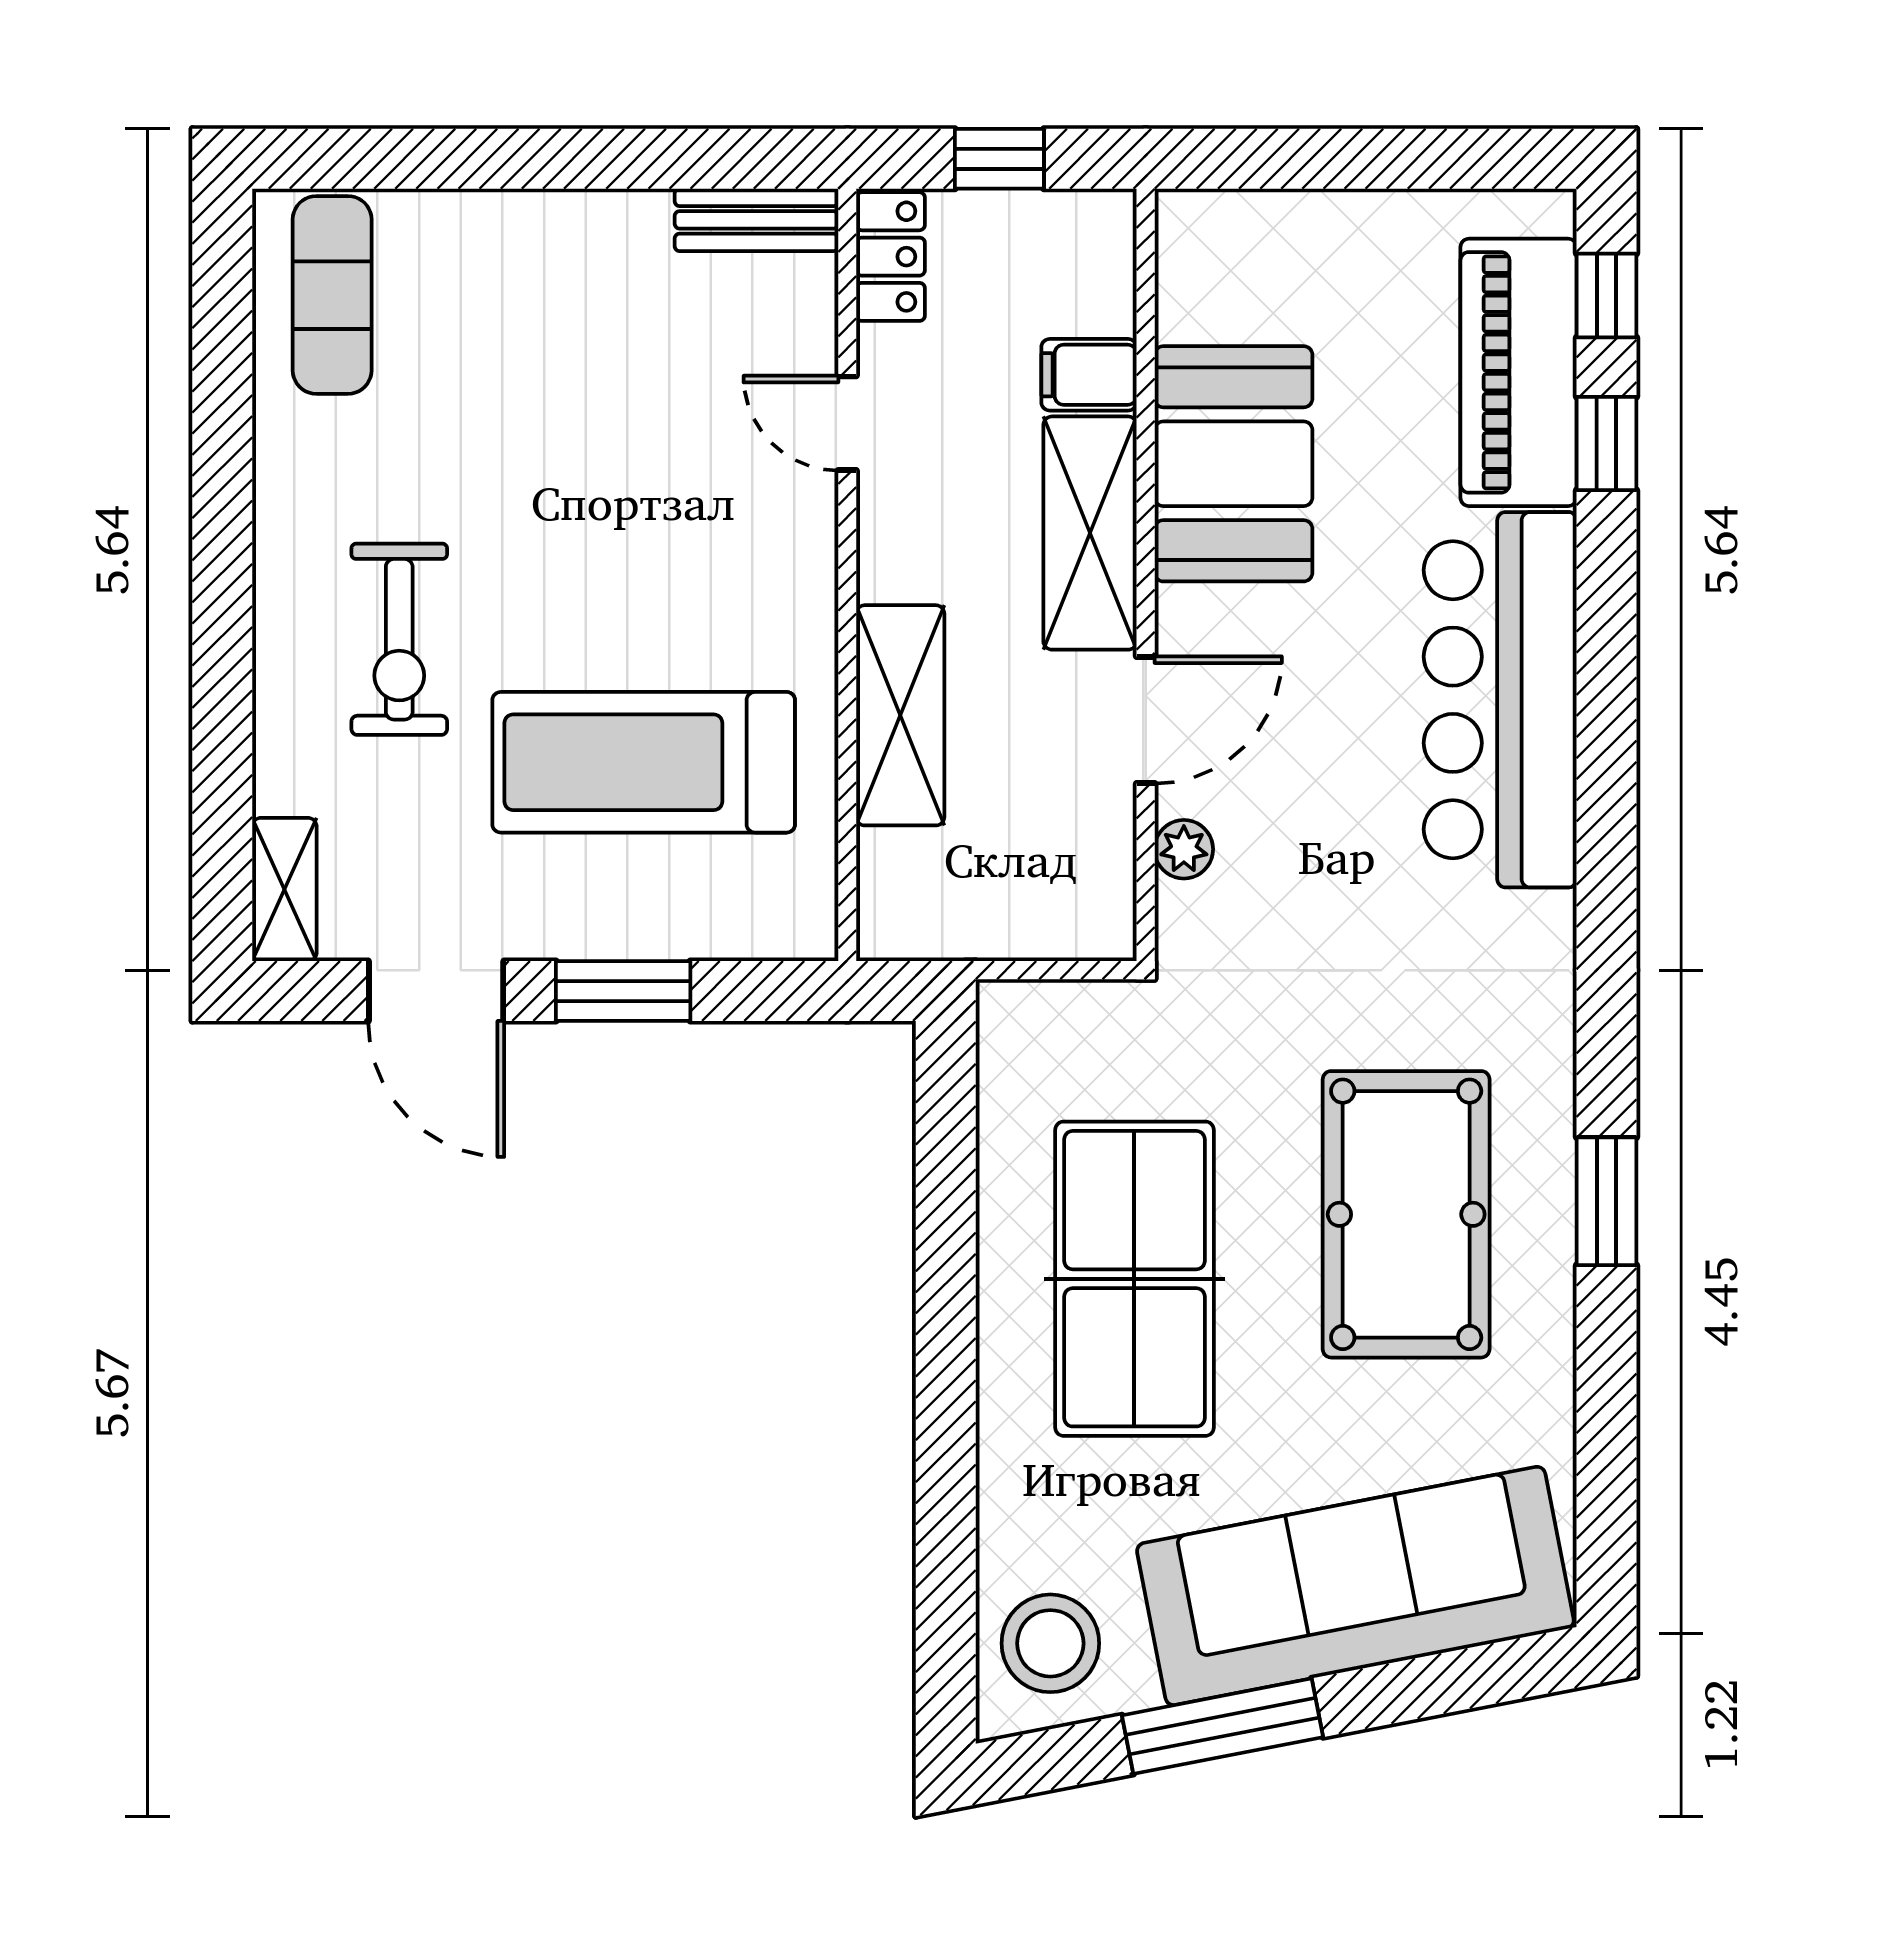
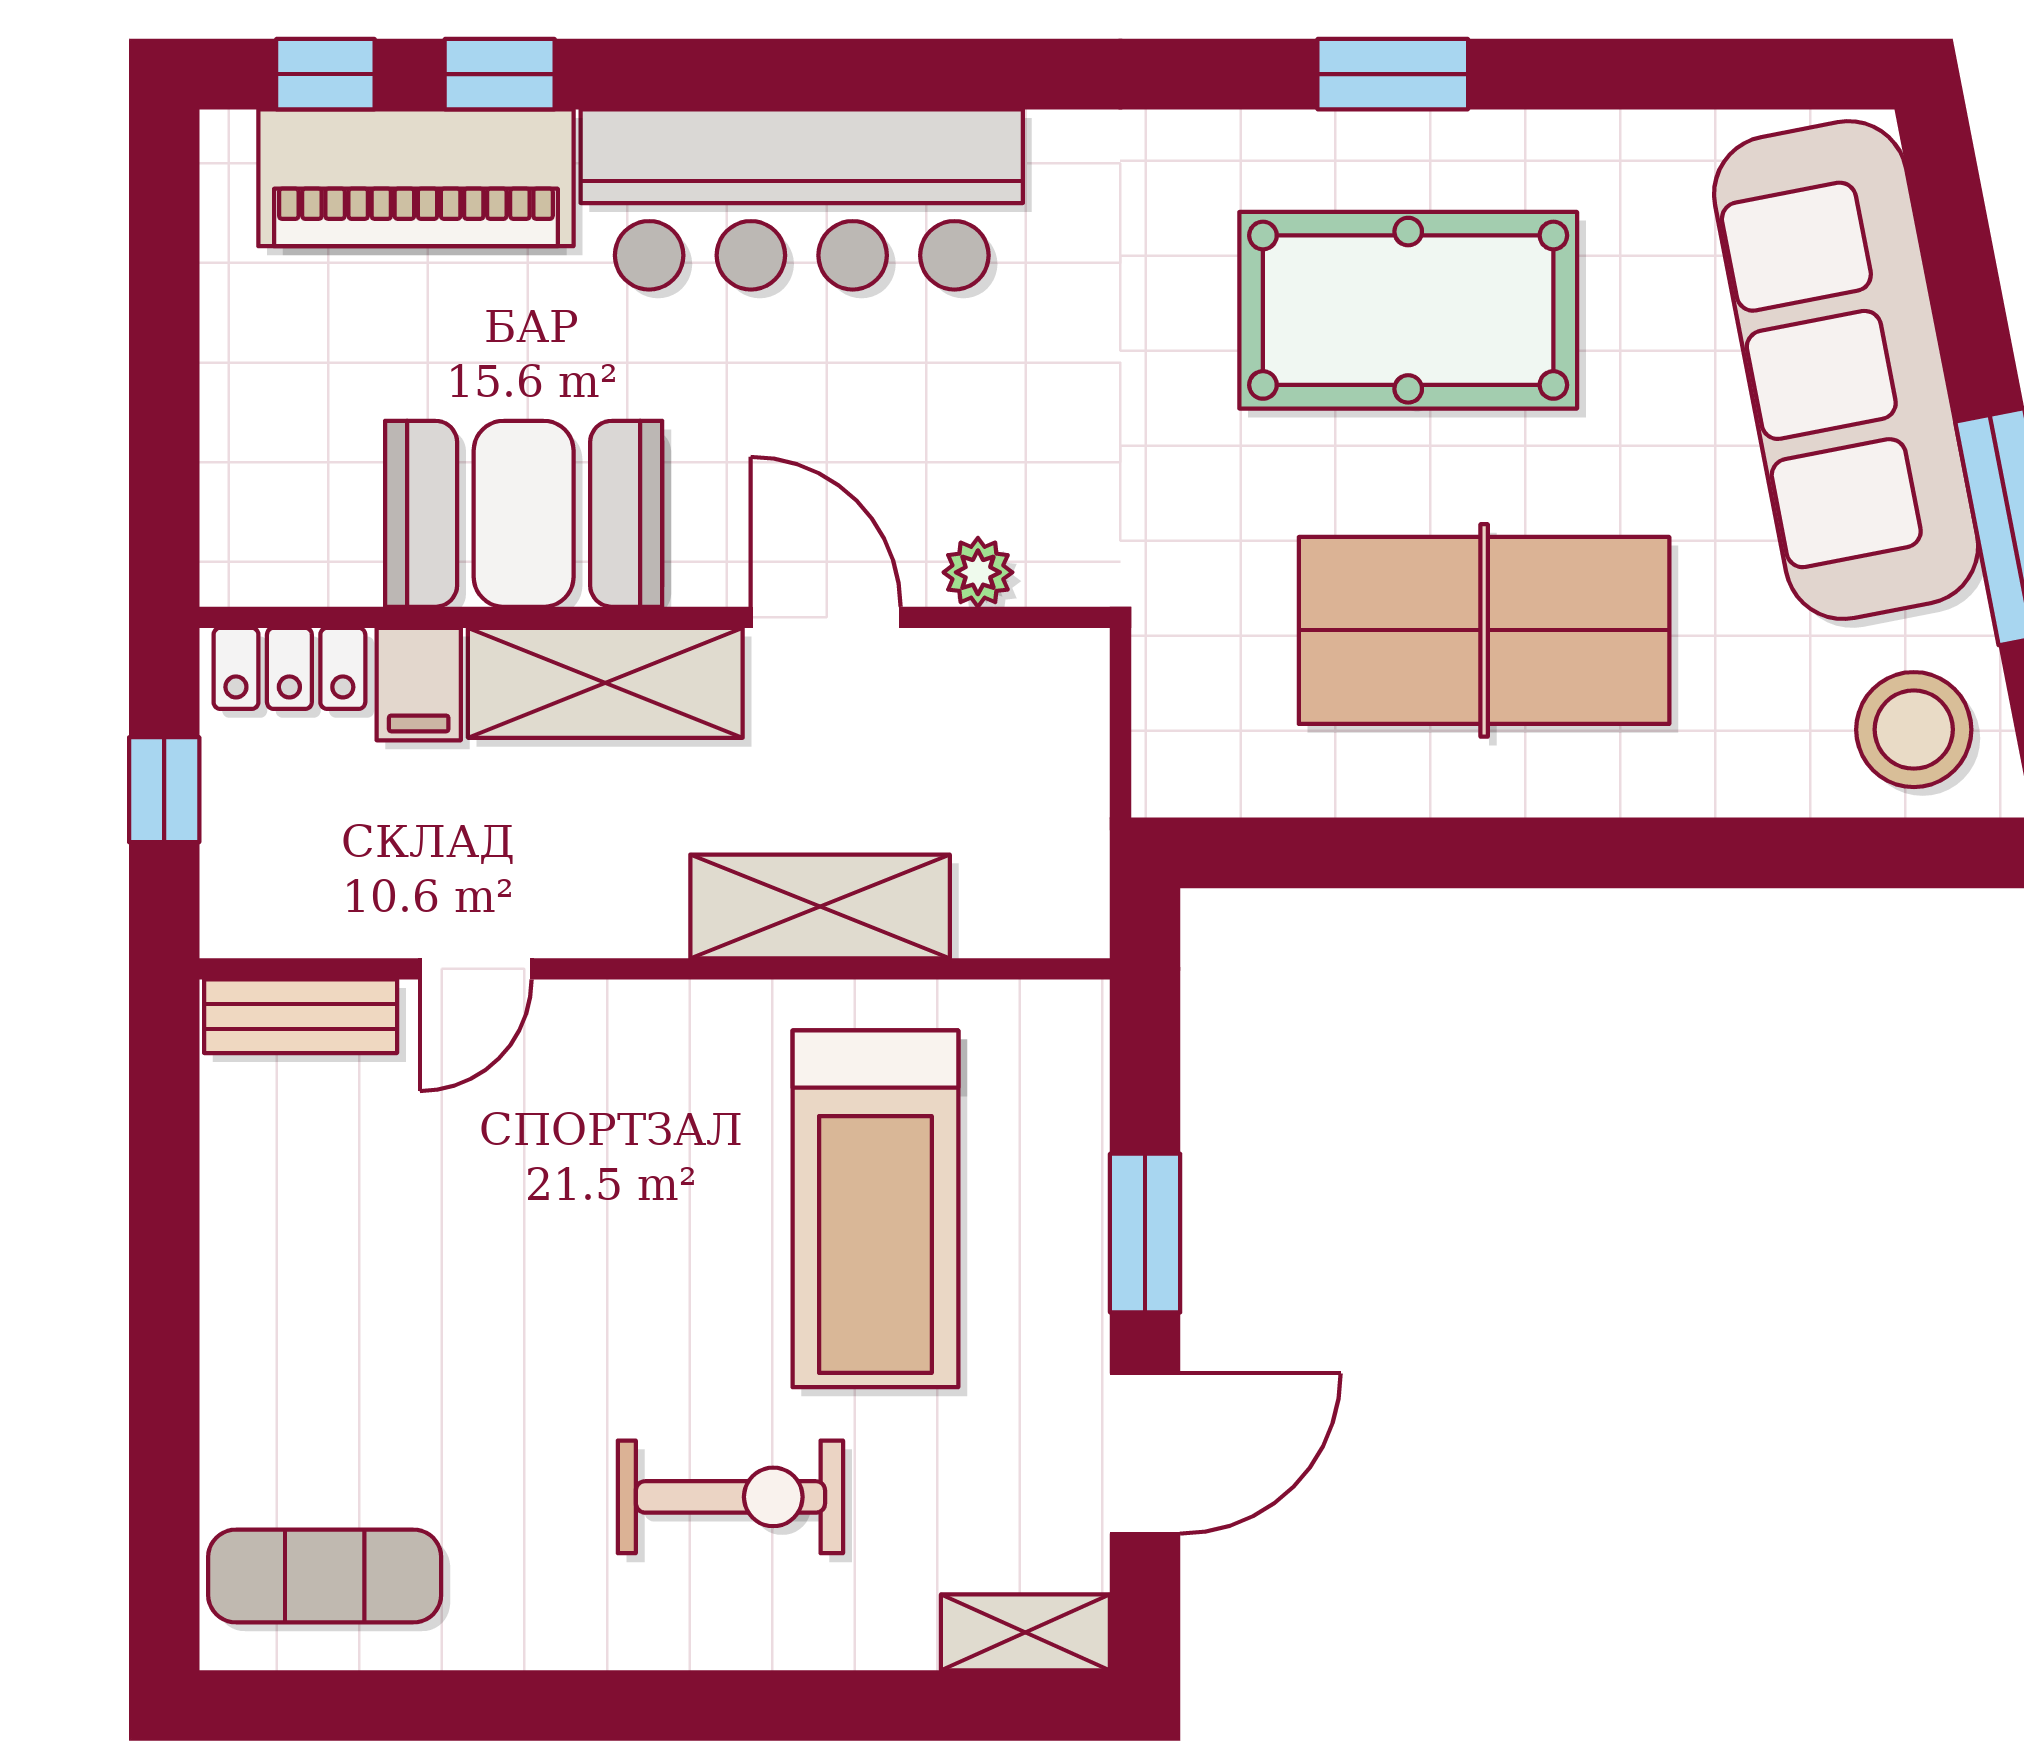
bench: (756, 220) -> (301, 1016), moved, turned 90
locker: (891, 257) -> (289, 668), moved, turned 180

